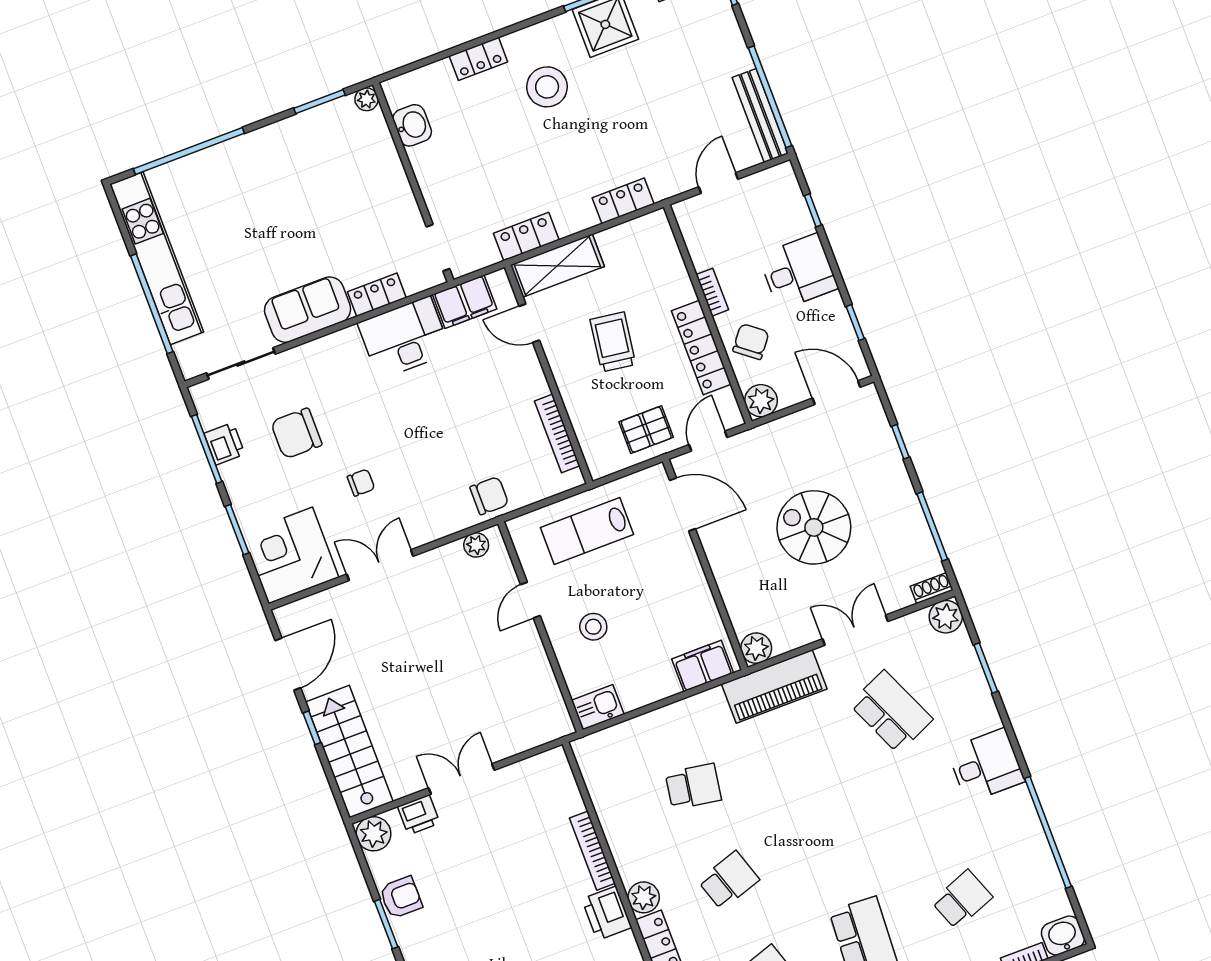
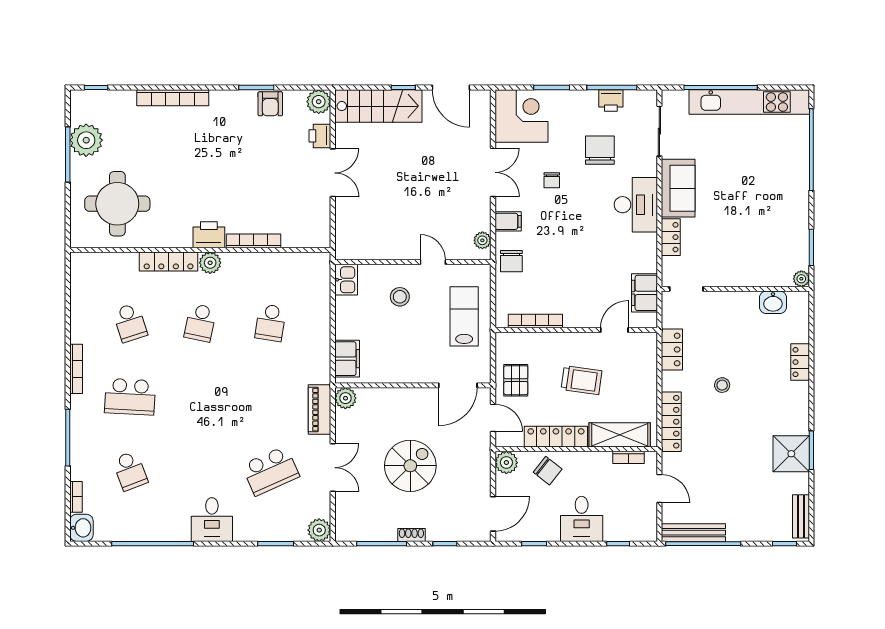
stool: (547, 87) -> (722, 385), moved, width x0.53, depth x0.53
locker: (623, 201) -> (671, 422), width x1.53
shelving: (557, 266) -> (620, 435), moved, turned 90
bookcase: (712, 292) -> (628, 457), moved
desk: (404, 338) -> (636, 205), moved
filing cabinet: (438, 520) -> (508, 221), added
shoe rack: (932, 588) -> (411, 535), moved, turned -90
piano: (774, 686) -> (320, 410), width x0.73, depth x0.75
school desk: (729, 880) -> (200, 323), turned 30

